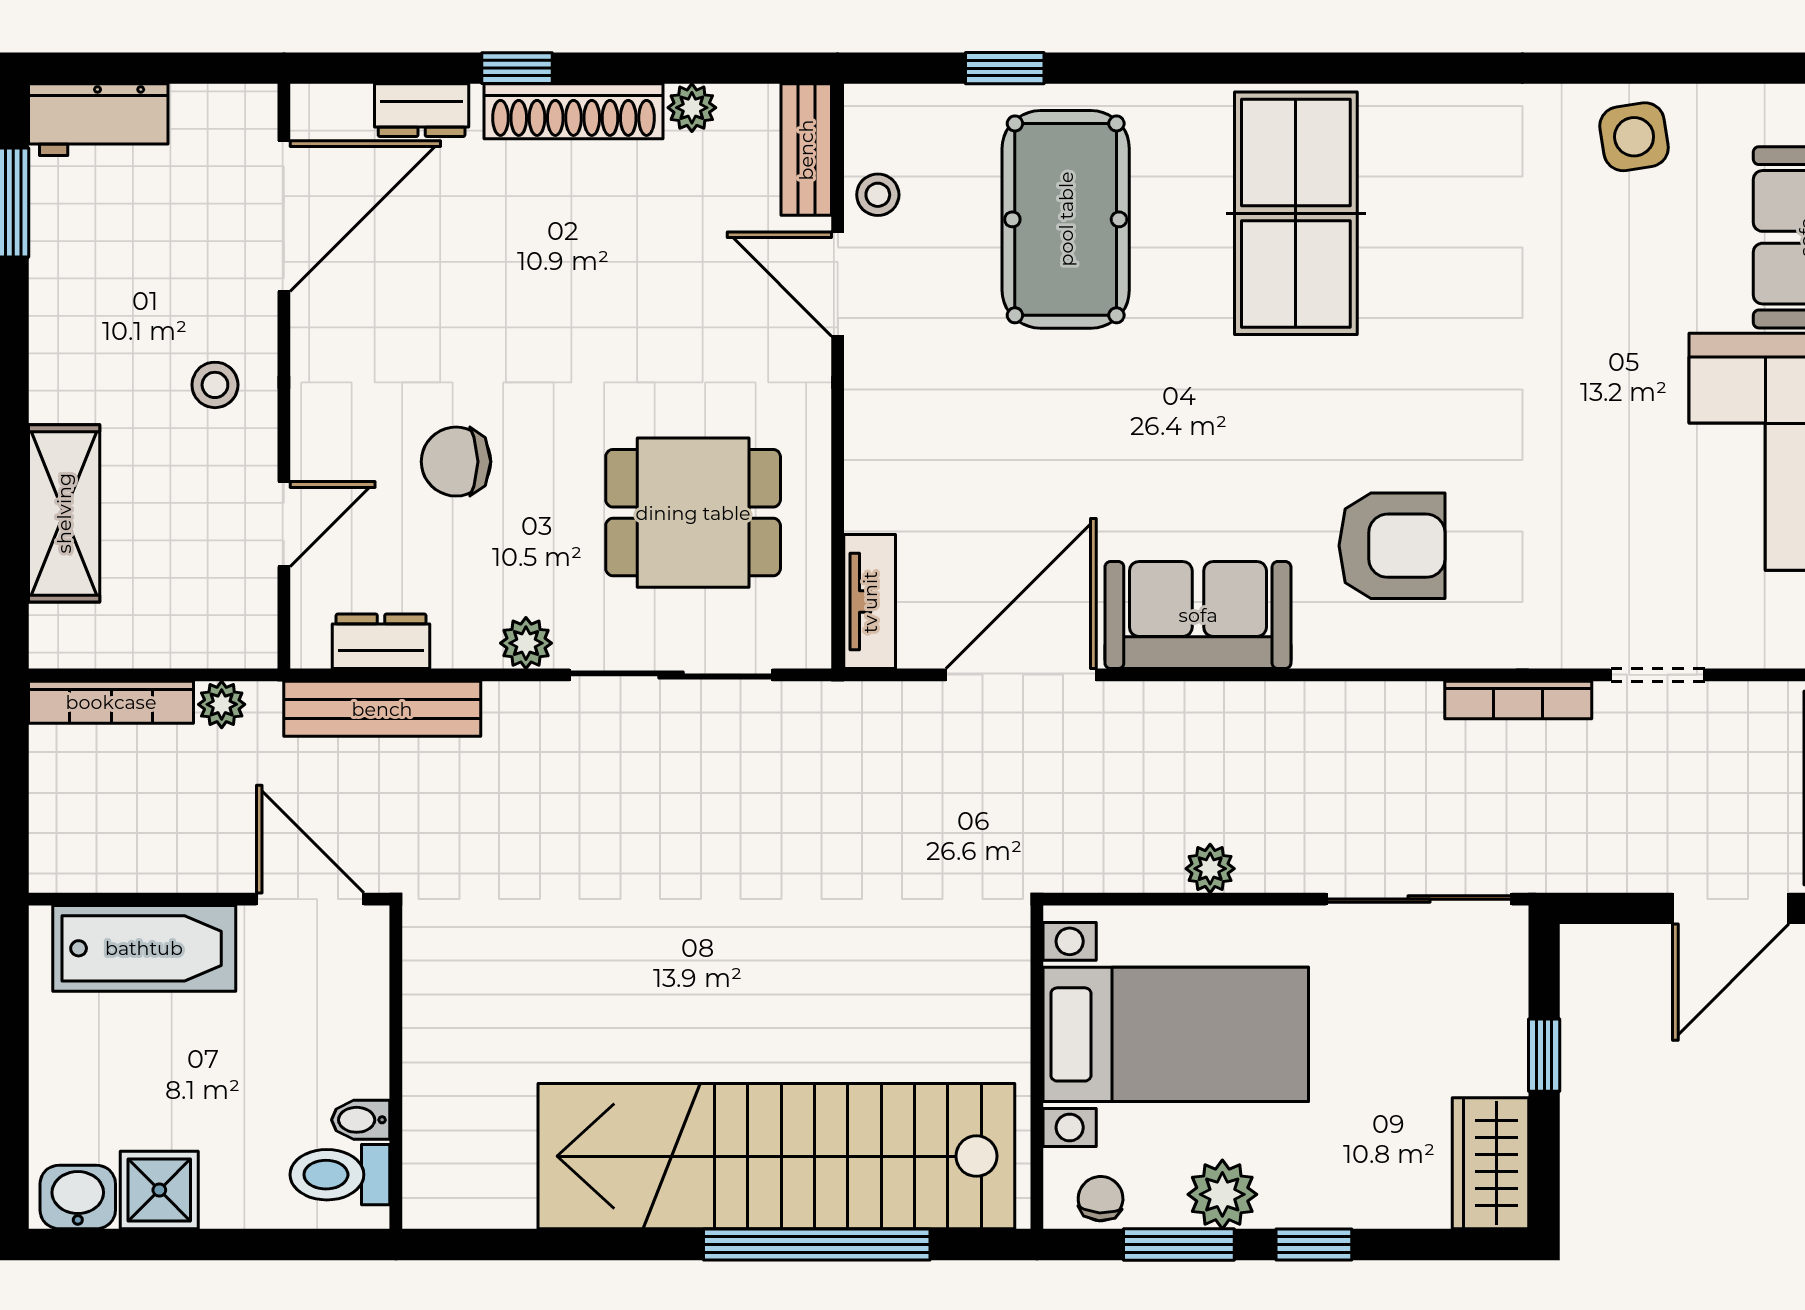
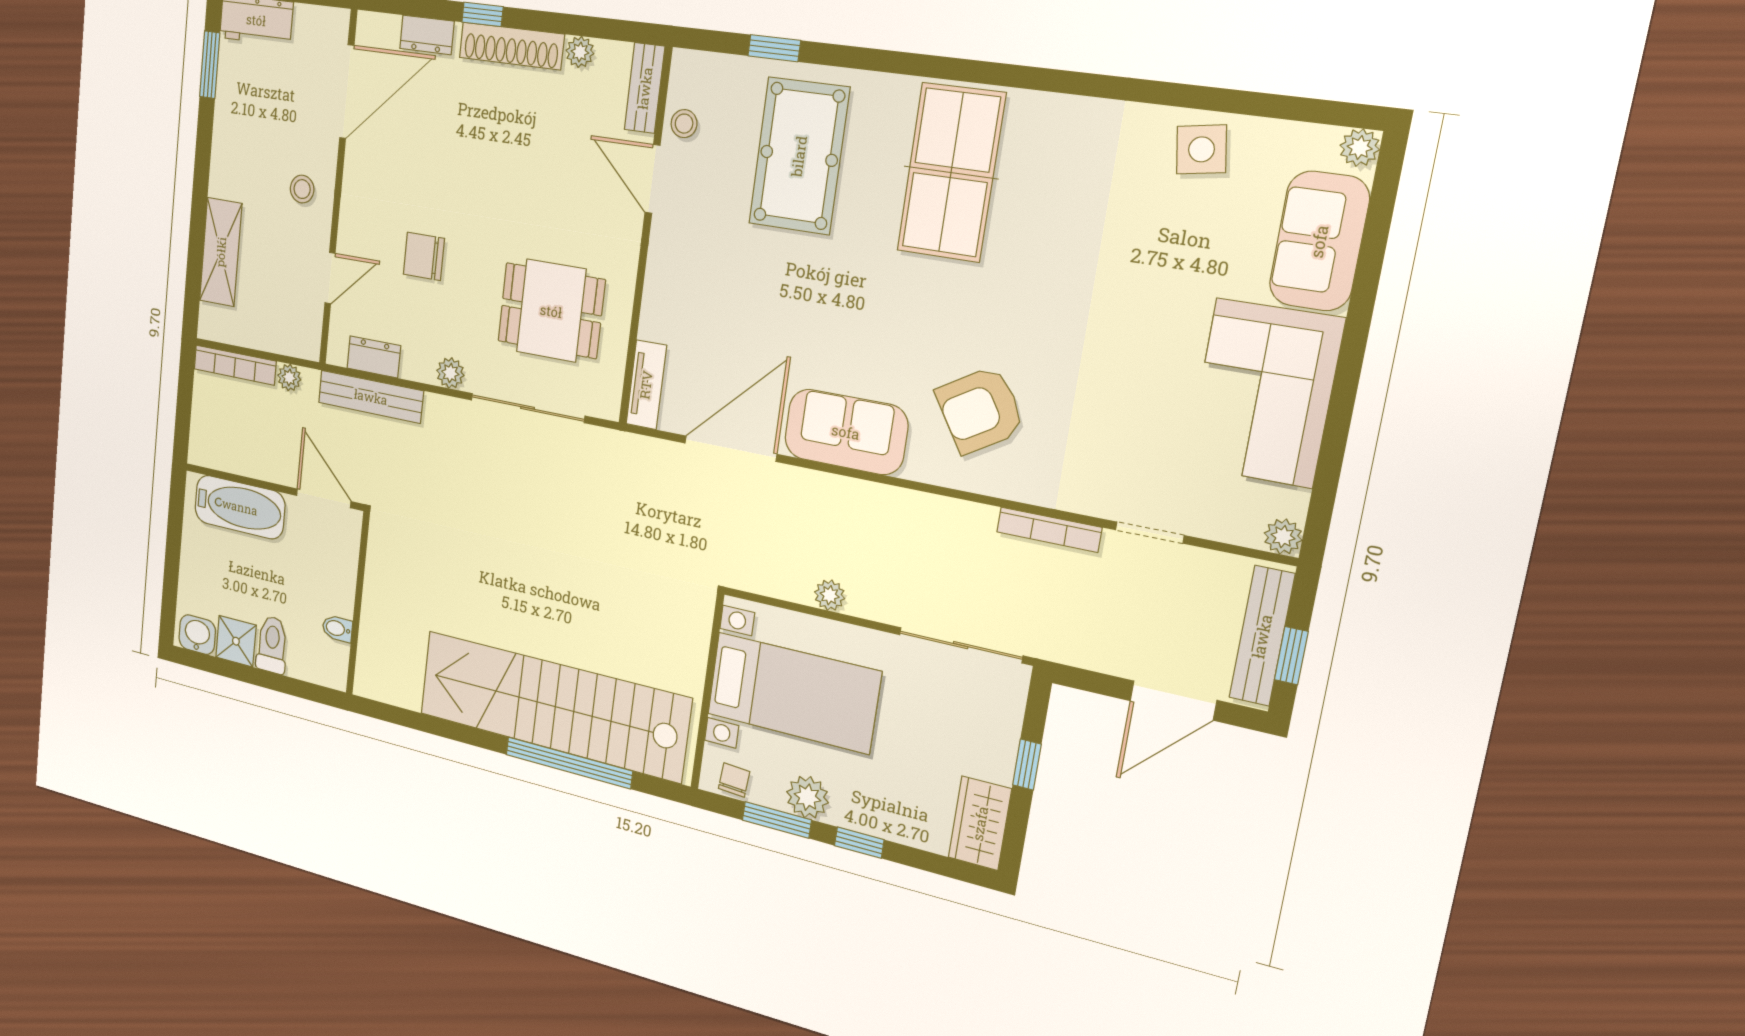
armchair: (1392, 546) -> (980, 410), turned 148
toilet: (340, 1175) -> (272, 645), moved, turned 90

